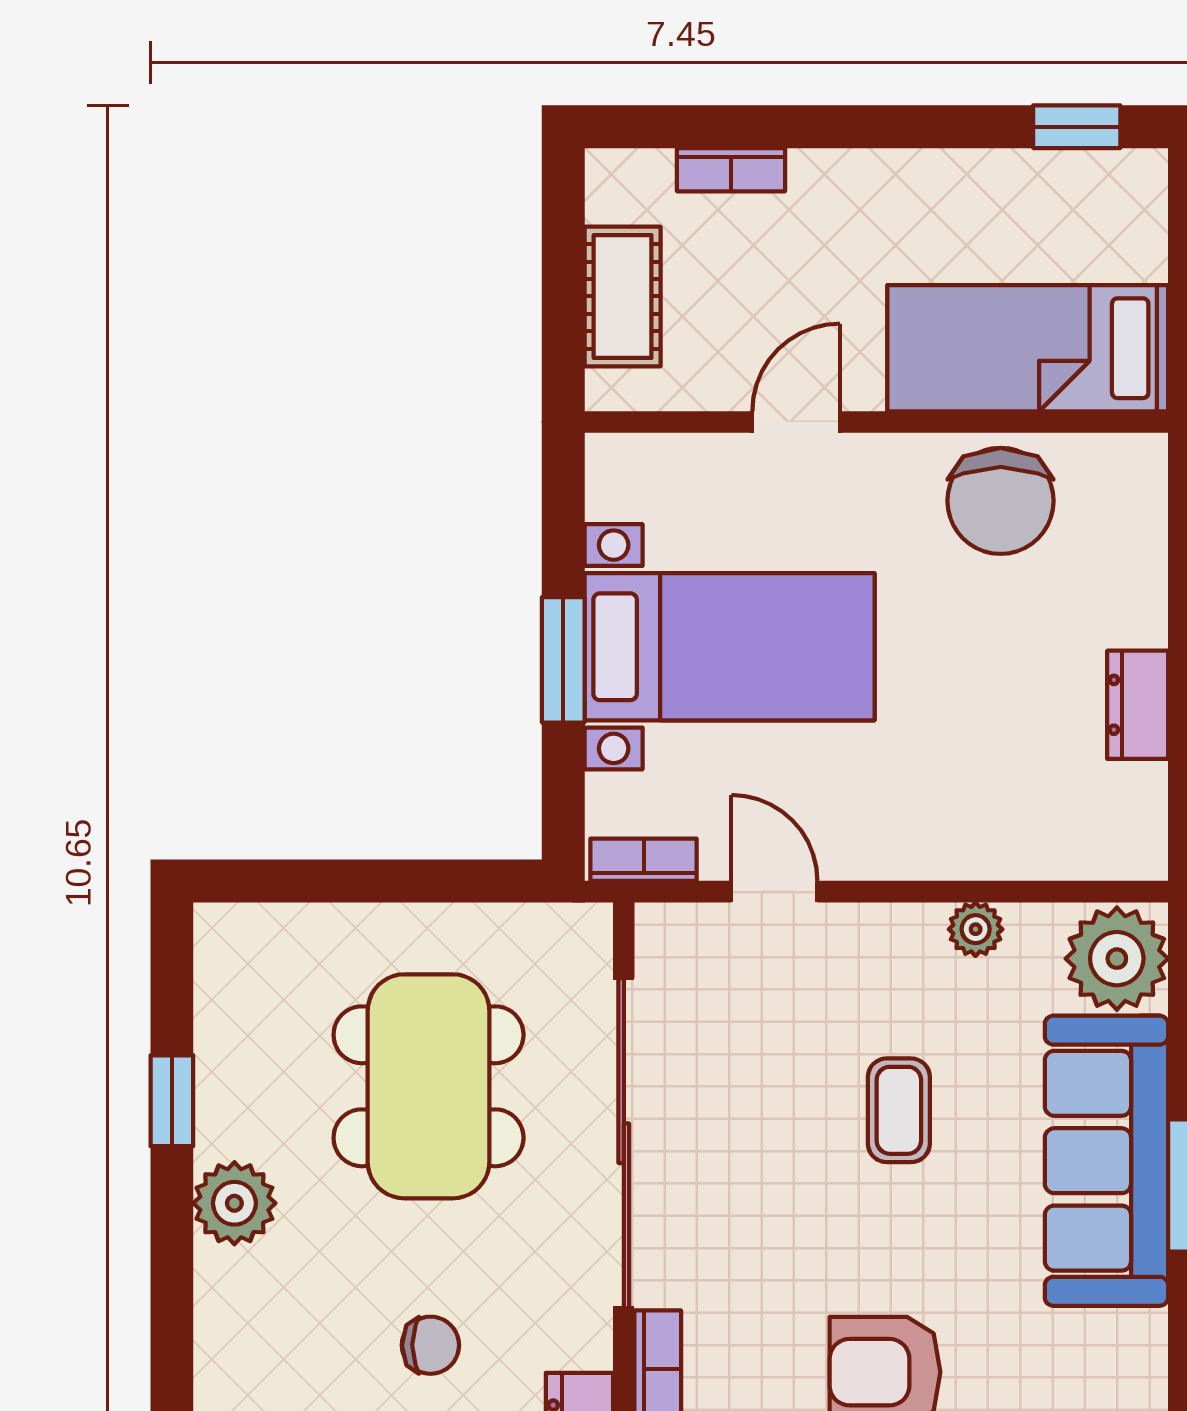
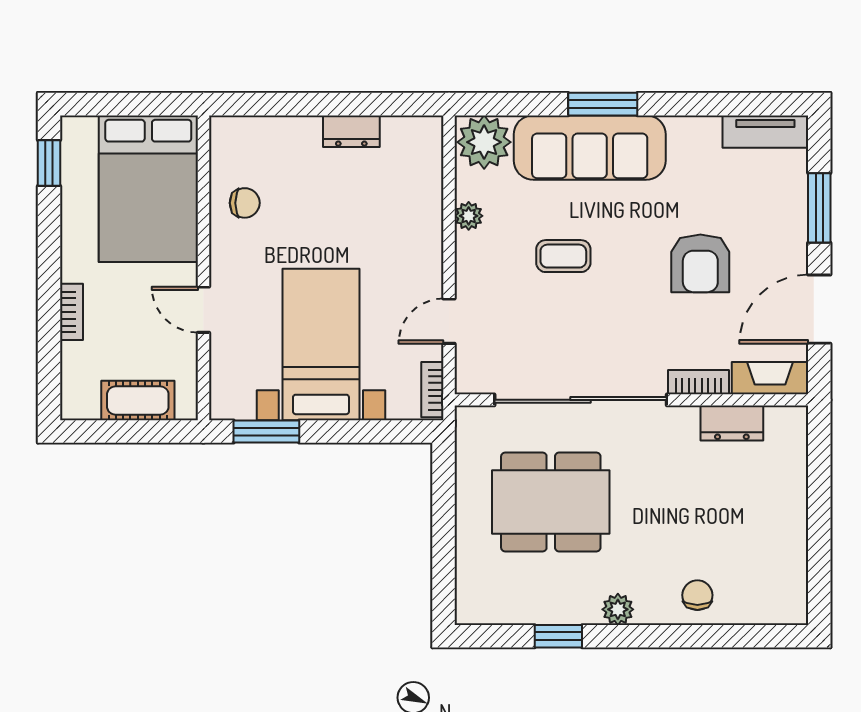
bookcase: (731, 170) -> (71, 312), moved
bed: (1028, 348) -> (148, 189), width x1.50
chair: (1001, 501) -> (245, 203), width x0.54, depth x0.54
window: (563, 660) -> (266, 432), moved
plant: (234, 1203) -> (618, 609), width x0.73, depth x0.73
chair: (430, 1345) -> (697, 595), moved

